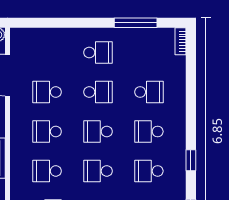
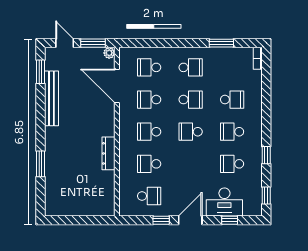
window: (136, 23) -> (221, 43), width x0.69
school desk: (98, 171) -> (149, 67), moved

